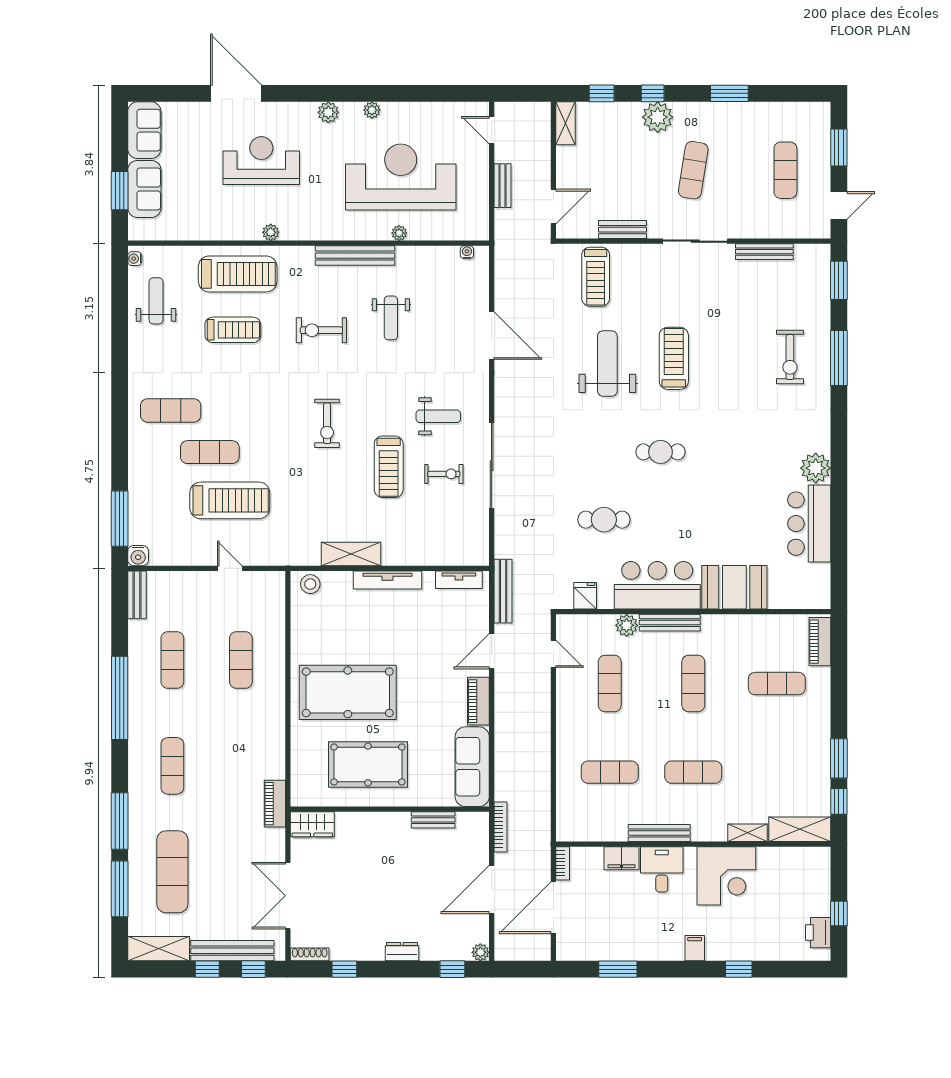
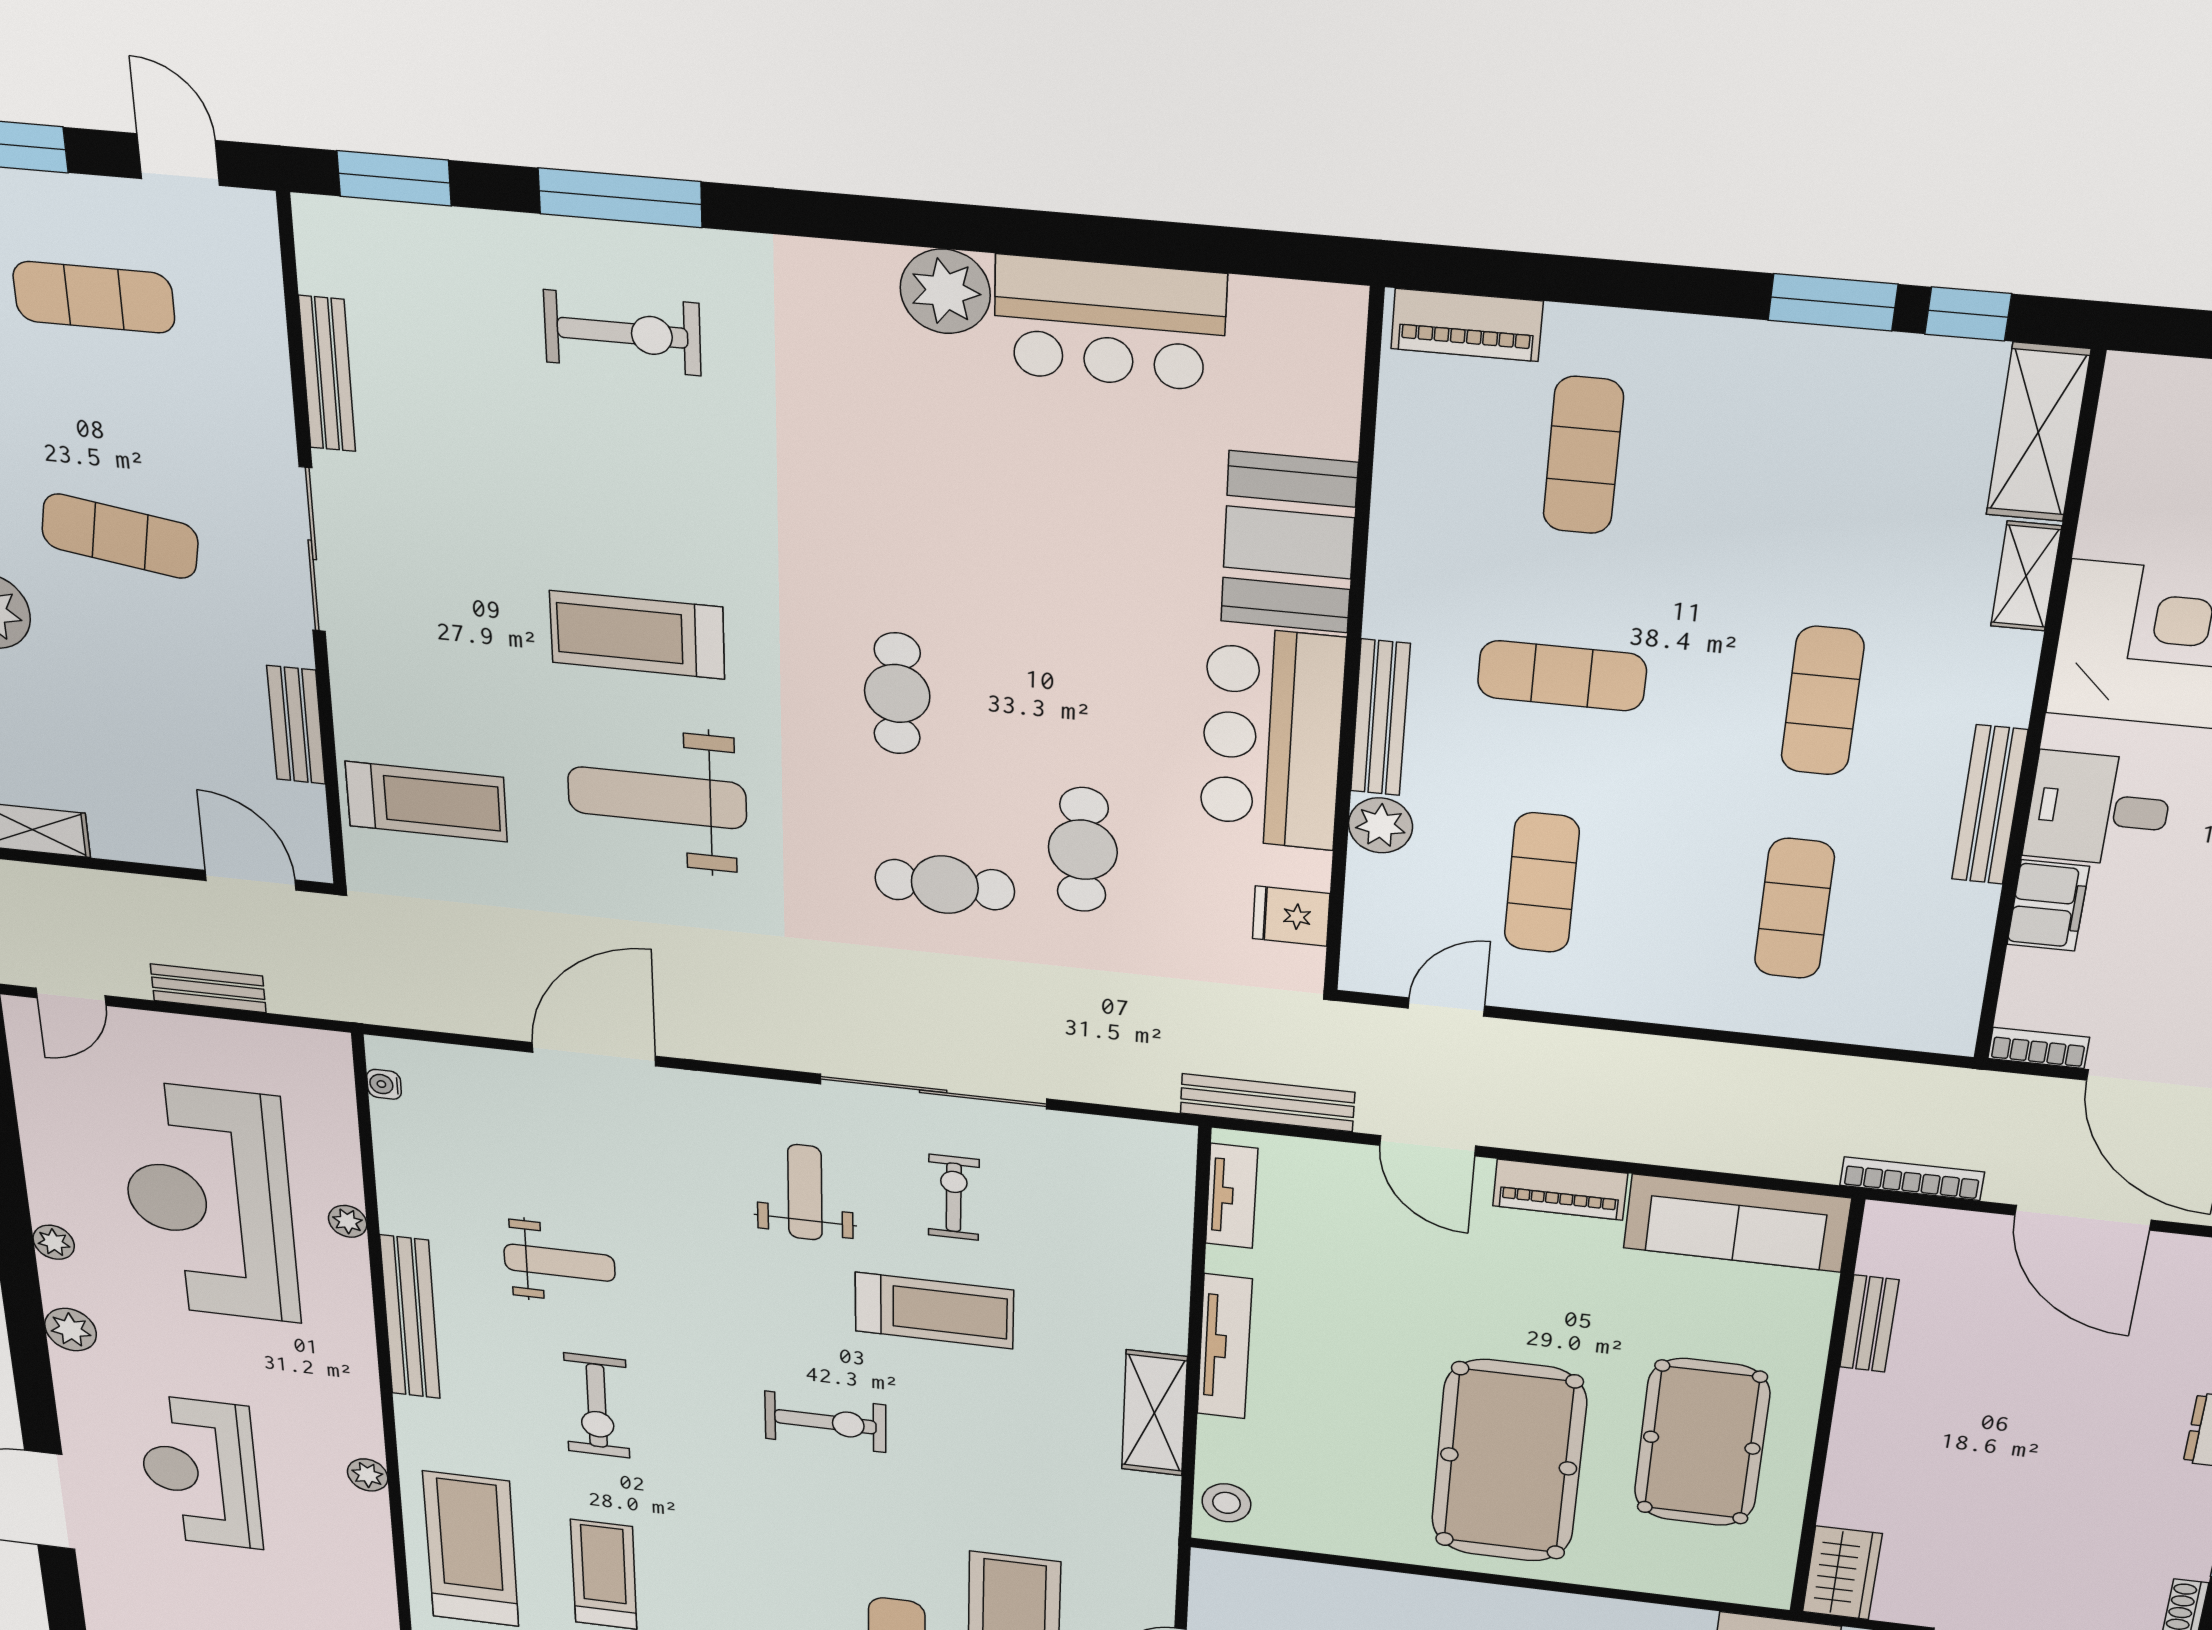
cafe table: (583, 470) -> (945, 885), added
exercise mat: (610, 684) -> (1542, 883), turned 90

